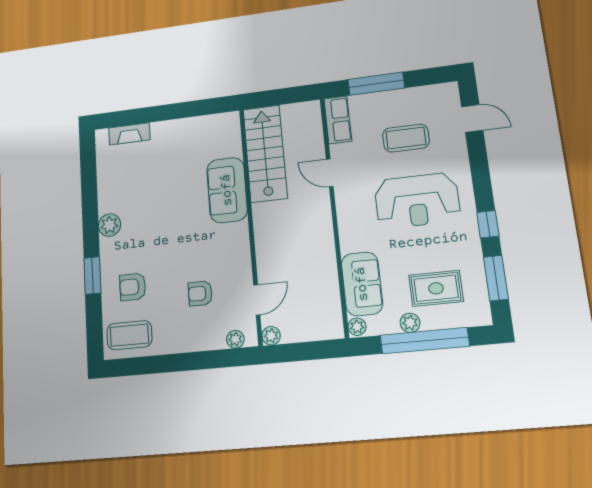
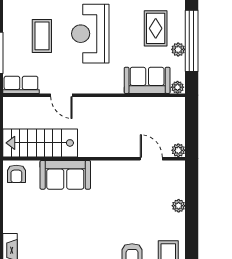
door: (330, 173) -> (61, 95), hinge flipped
reception desk: (417, 201) -> (90, 34), turned 180
armchair: (200, 293) -> (16, 174), moved
plant: (235, 339) -> (179, 206), moved

